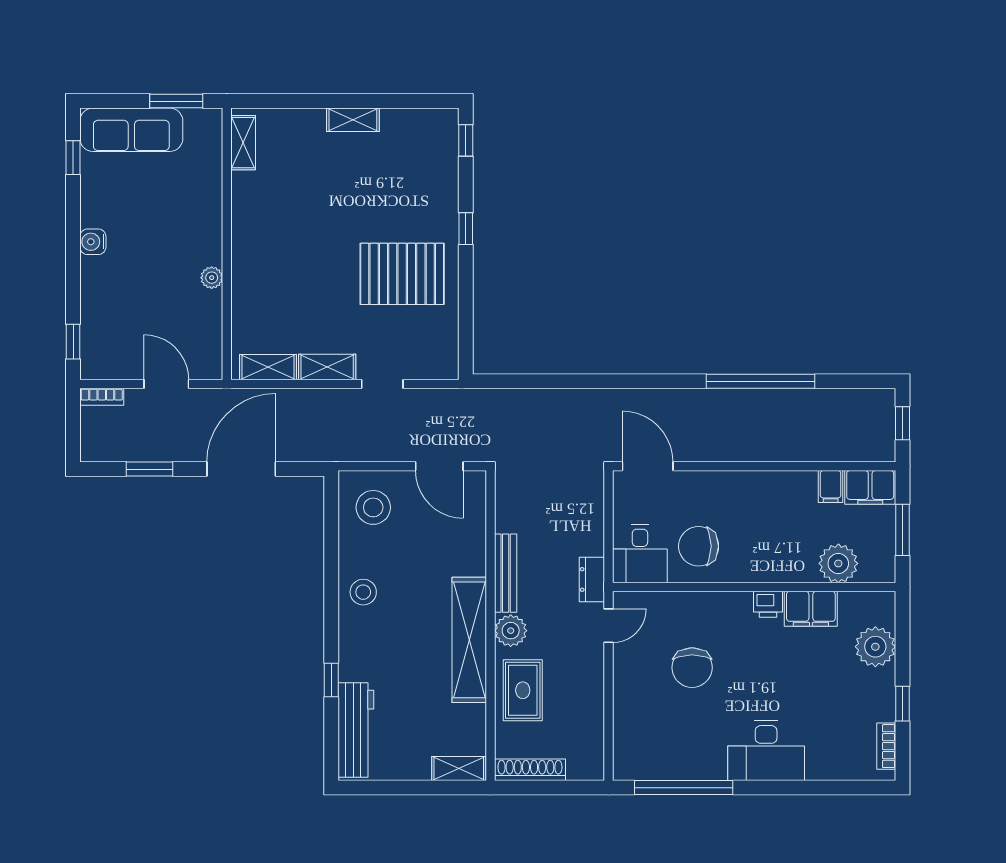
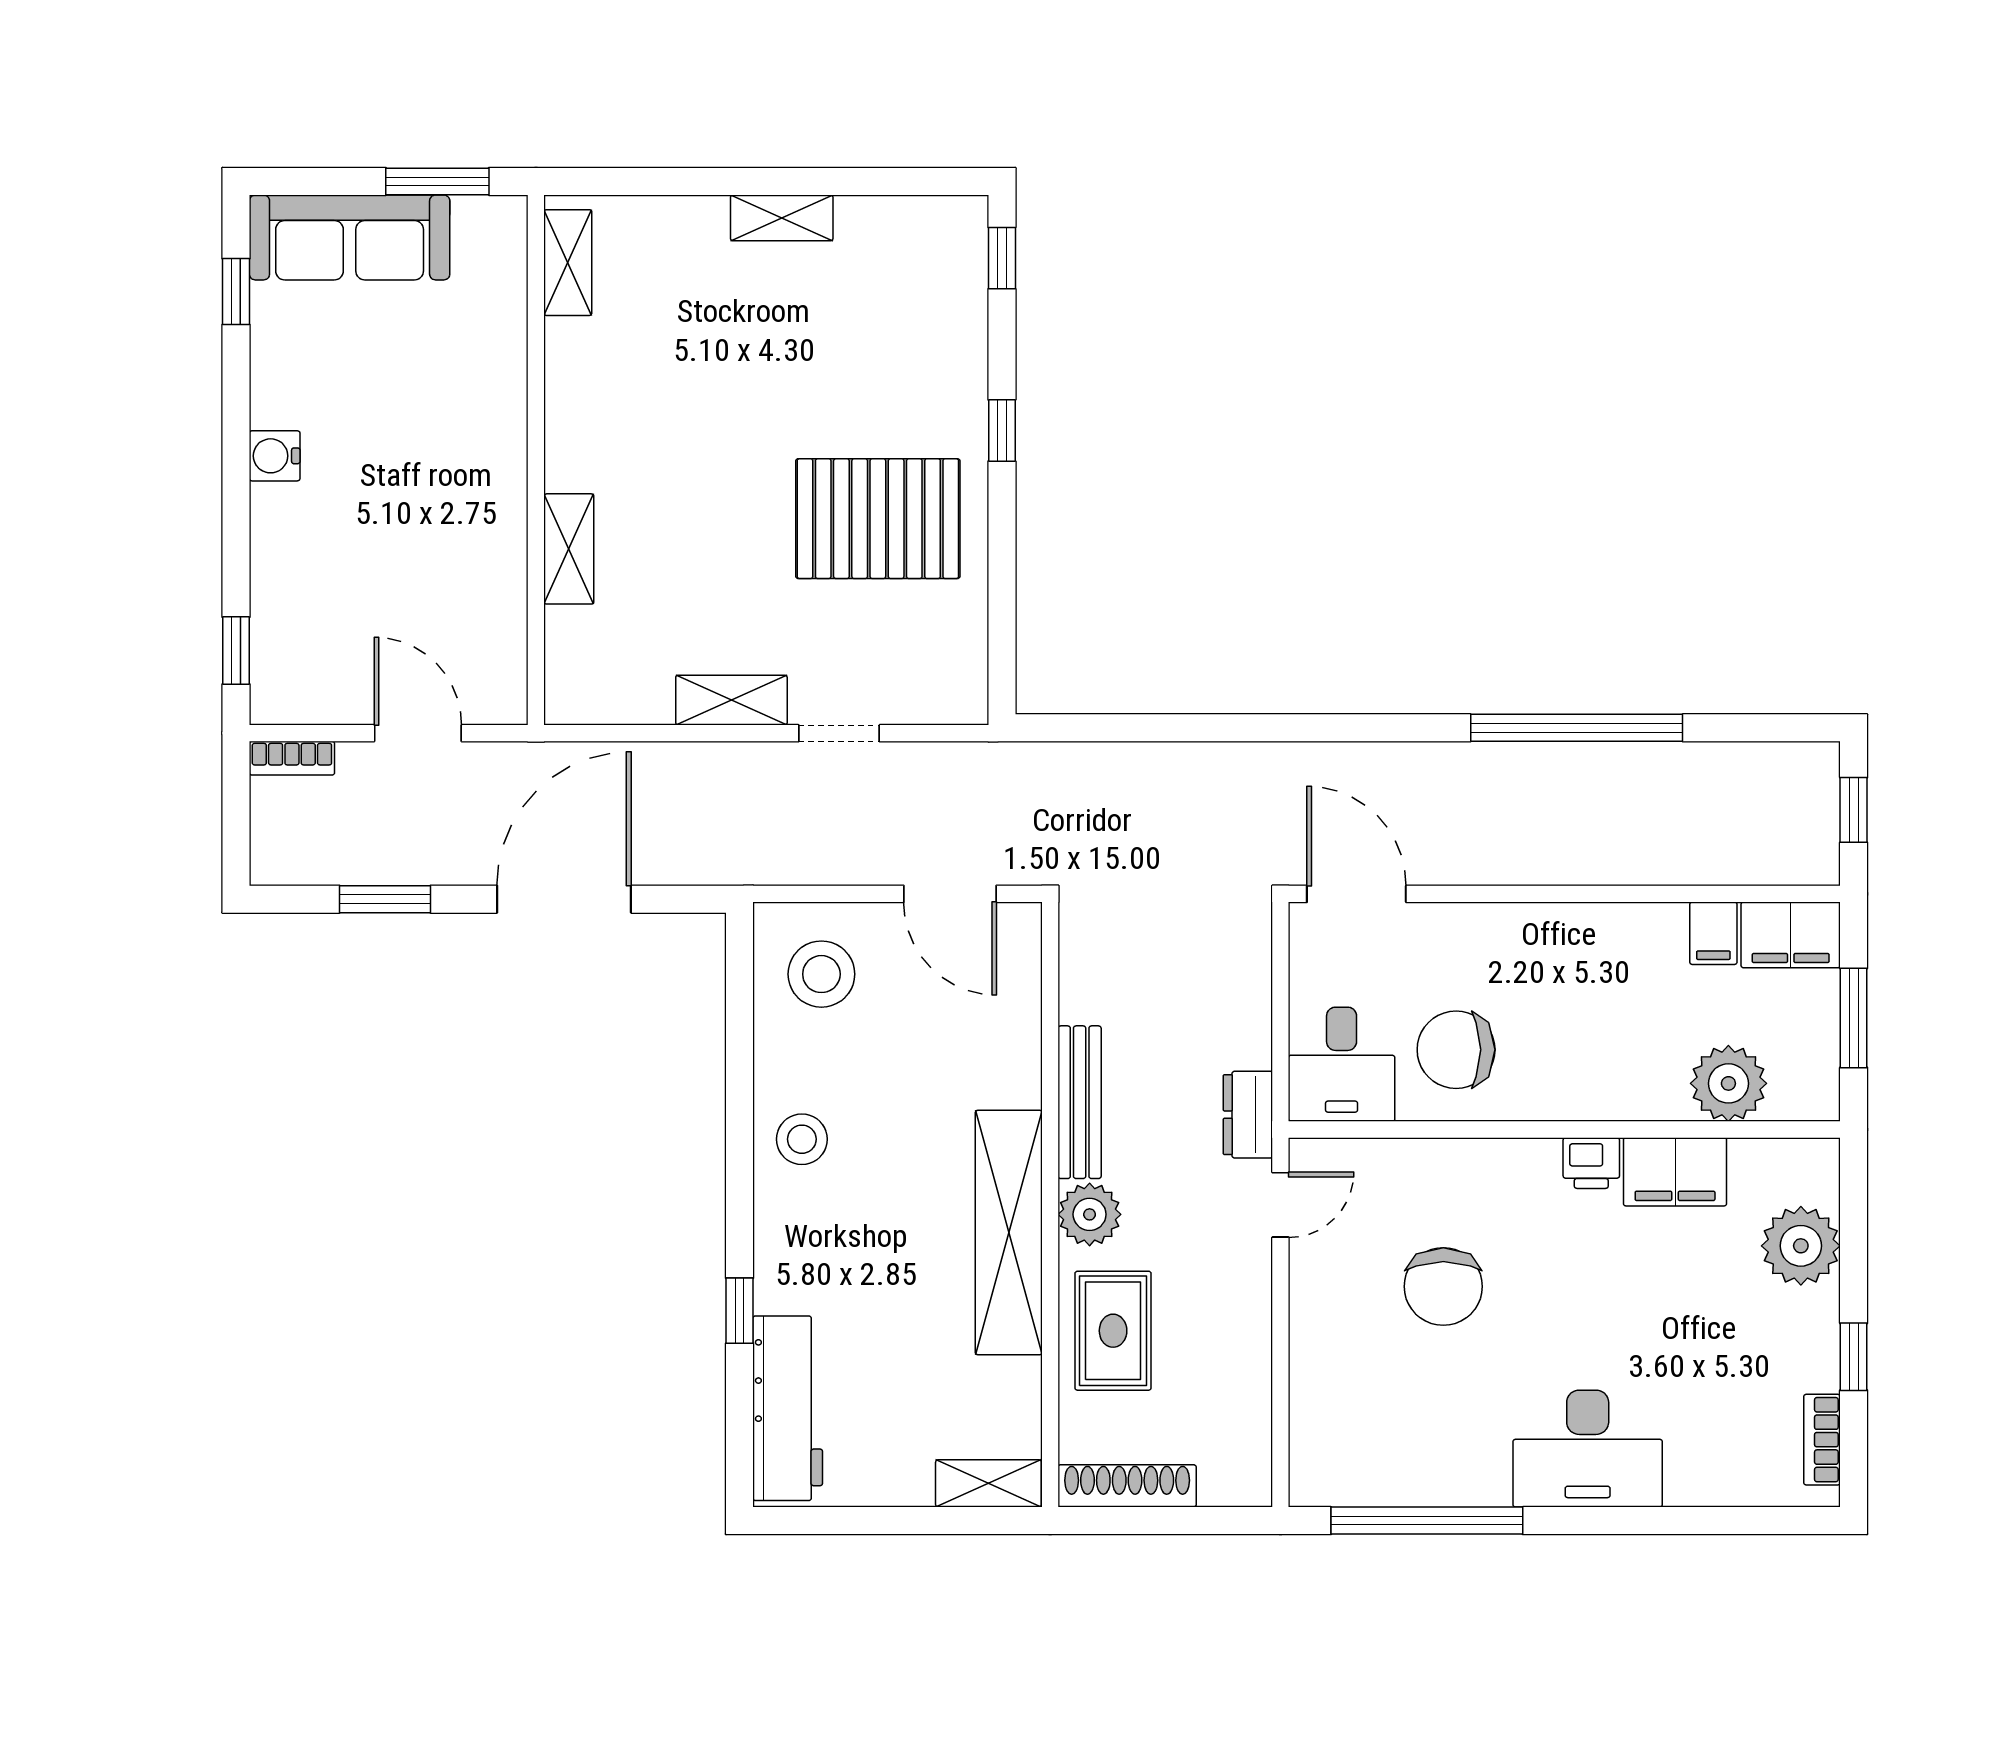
plant: (212, 278) -> (506, 526), removed
shelving: (268, 367) -> (569, 549), moved, turned 90

